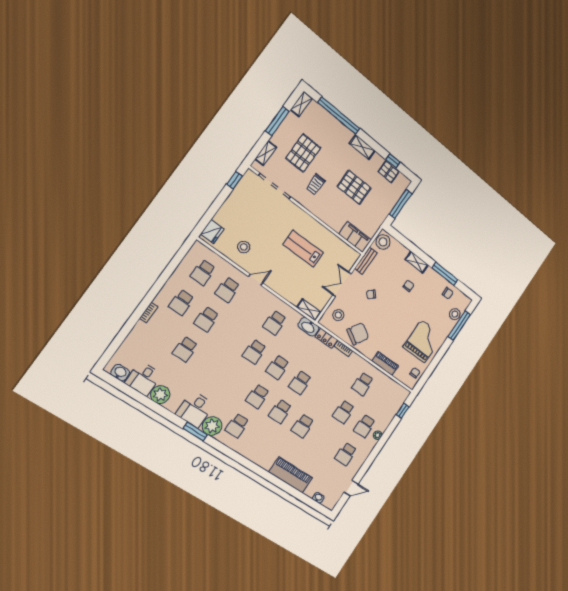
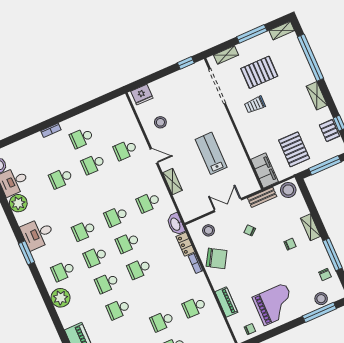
pallet: (354, 187) -> (294, 149), moved
school desk: (203, 272) -> (84, 230), moved
shelving: (309, 310) -> (173, 181), moved
plant: (212, 426) -> (61, 298), moved

